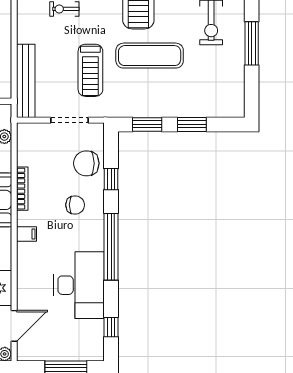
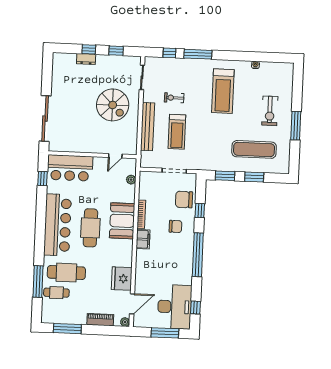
exercise mat: (150, 56) -> (254, 149), moved
treadmill: (90, 70) -> (177, 132), moved
bench: (26, 81) -> (148, 127), moved
filing cabinet: (27, 234) -> (143, 239), width x2.00
desk: (79, 285) -> (175, 307), moved

